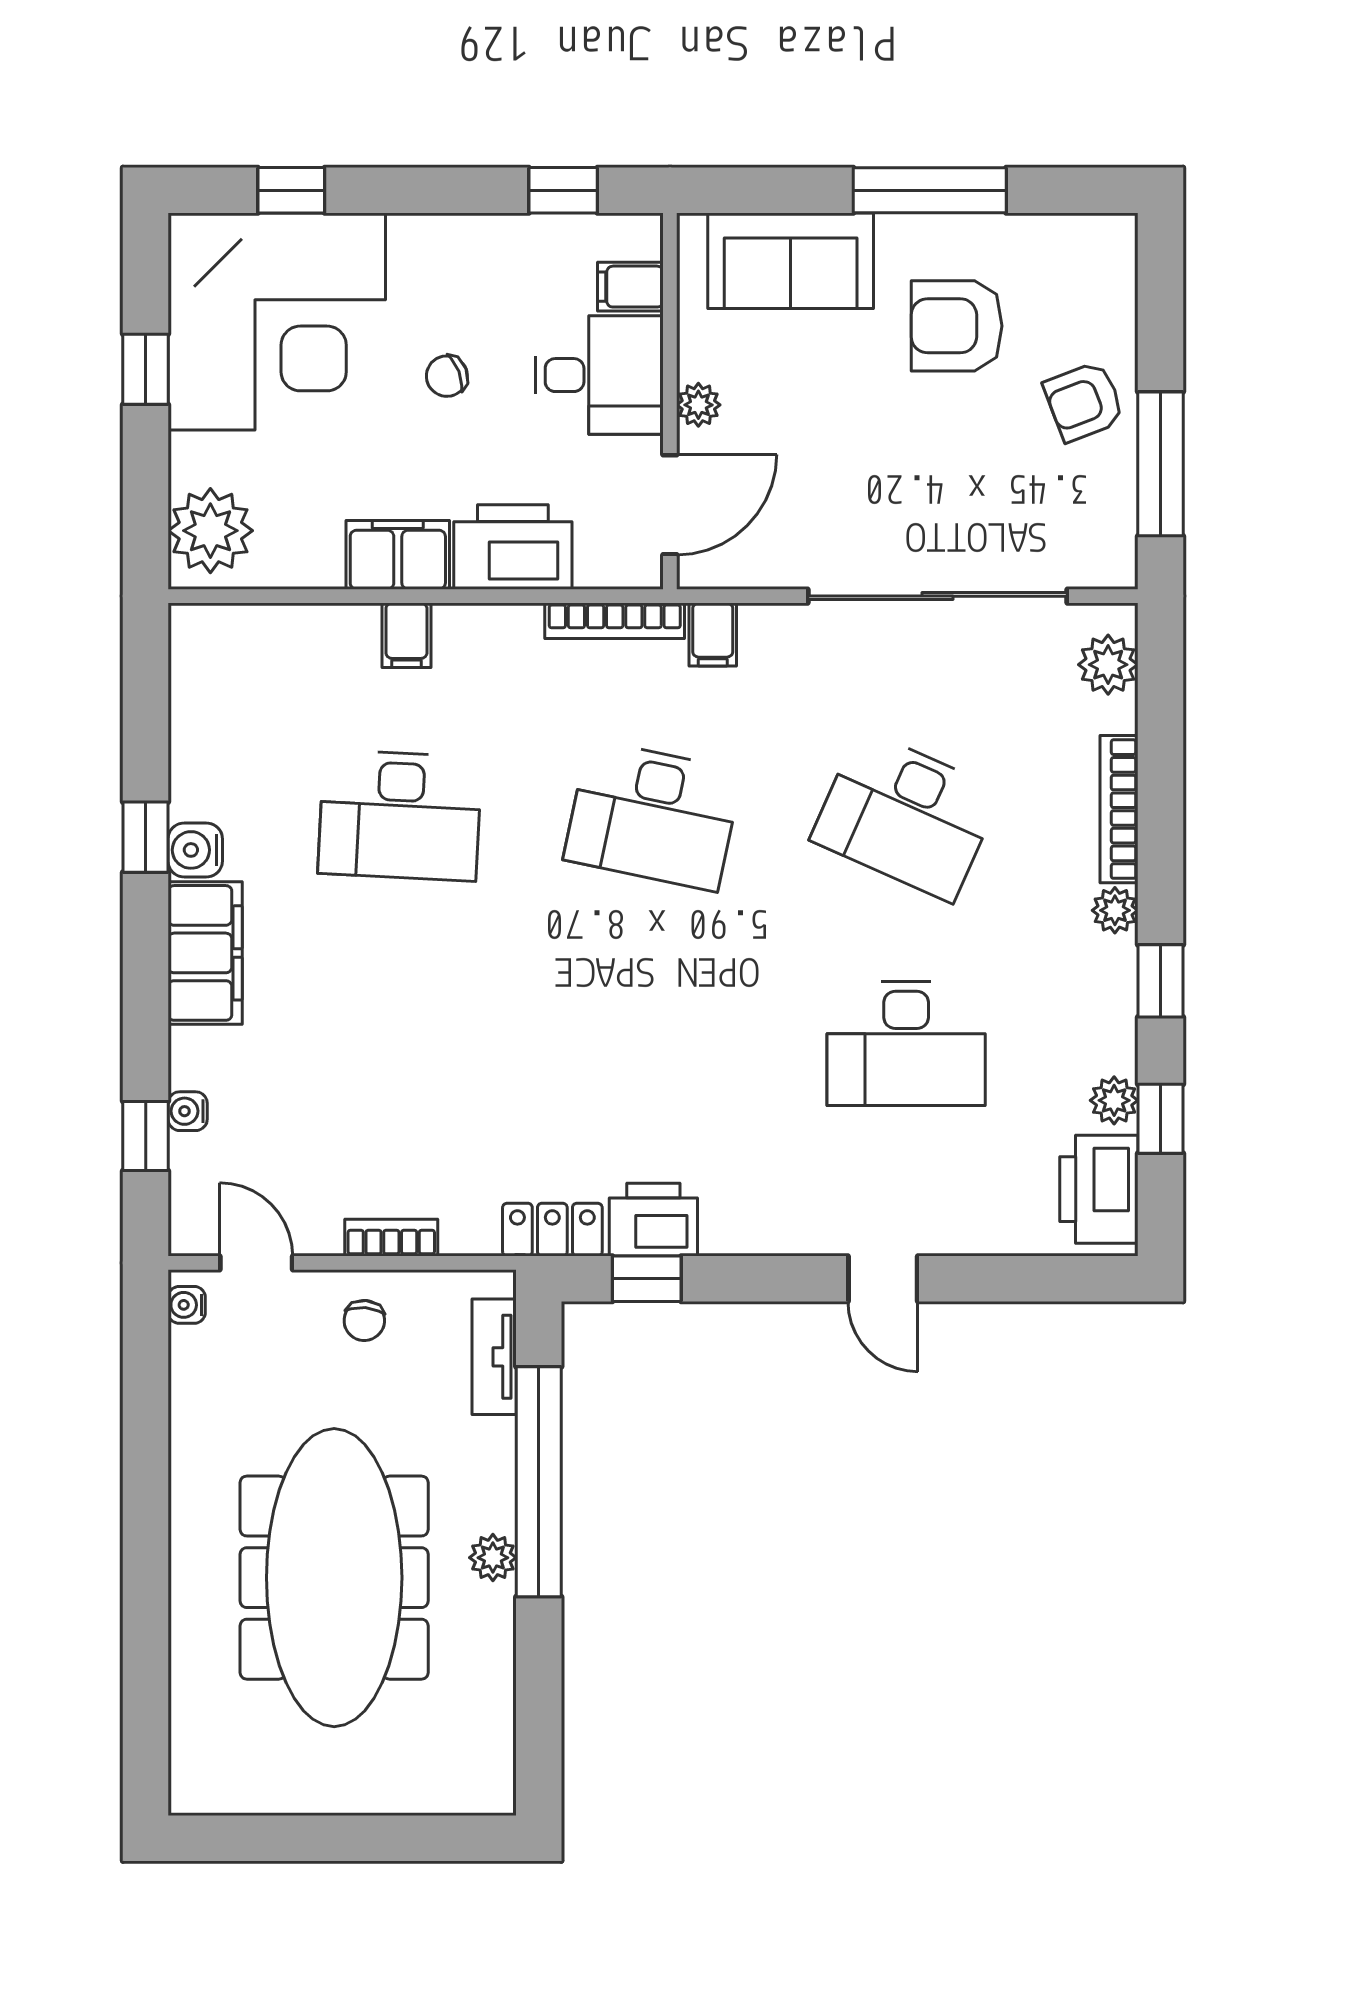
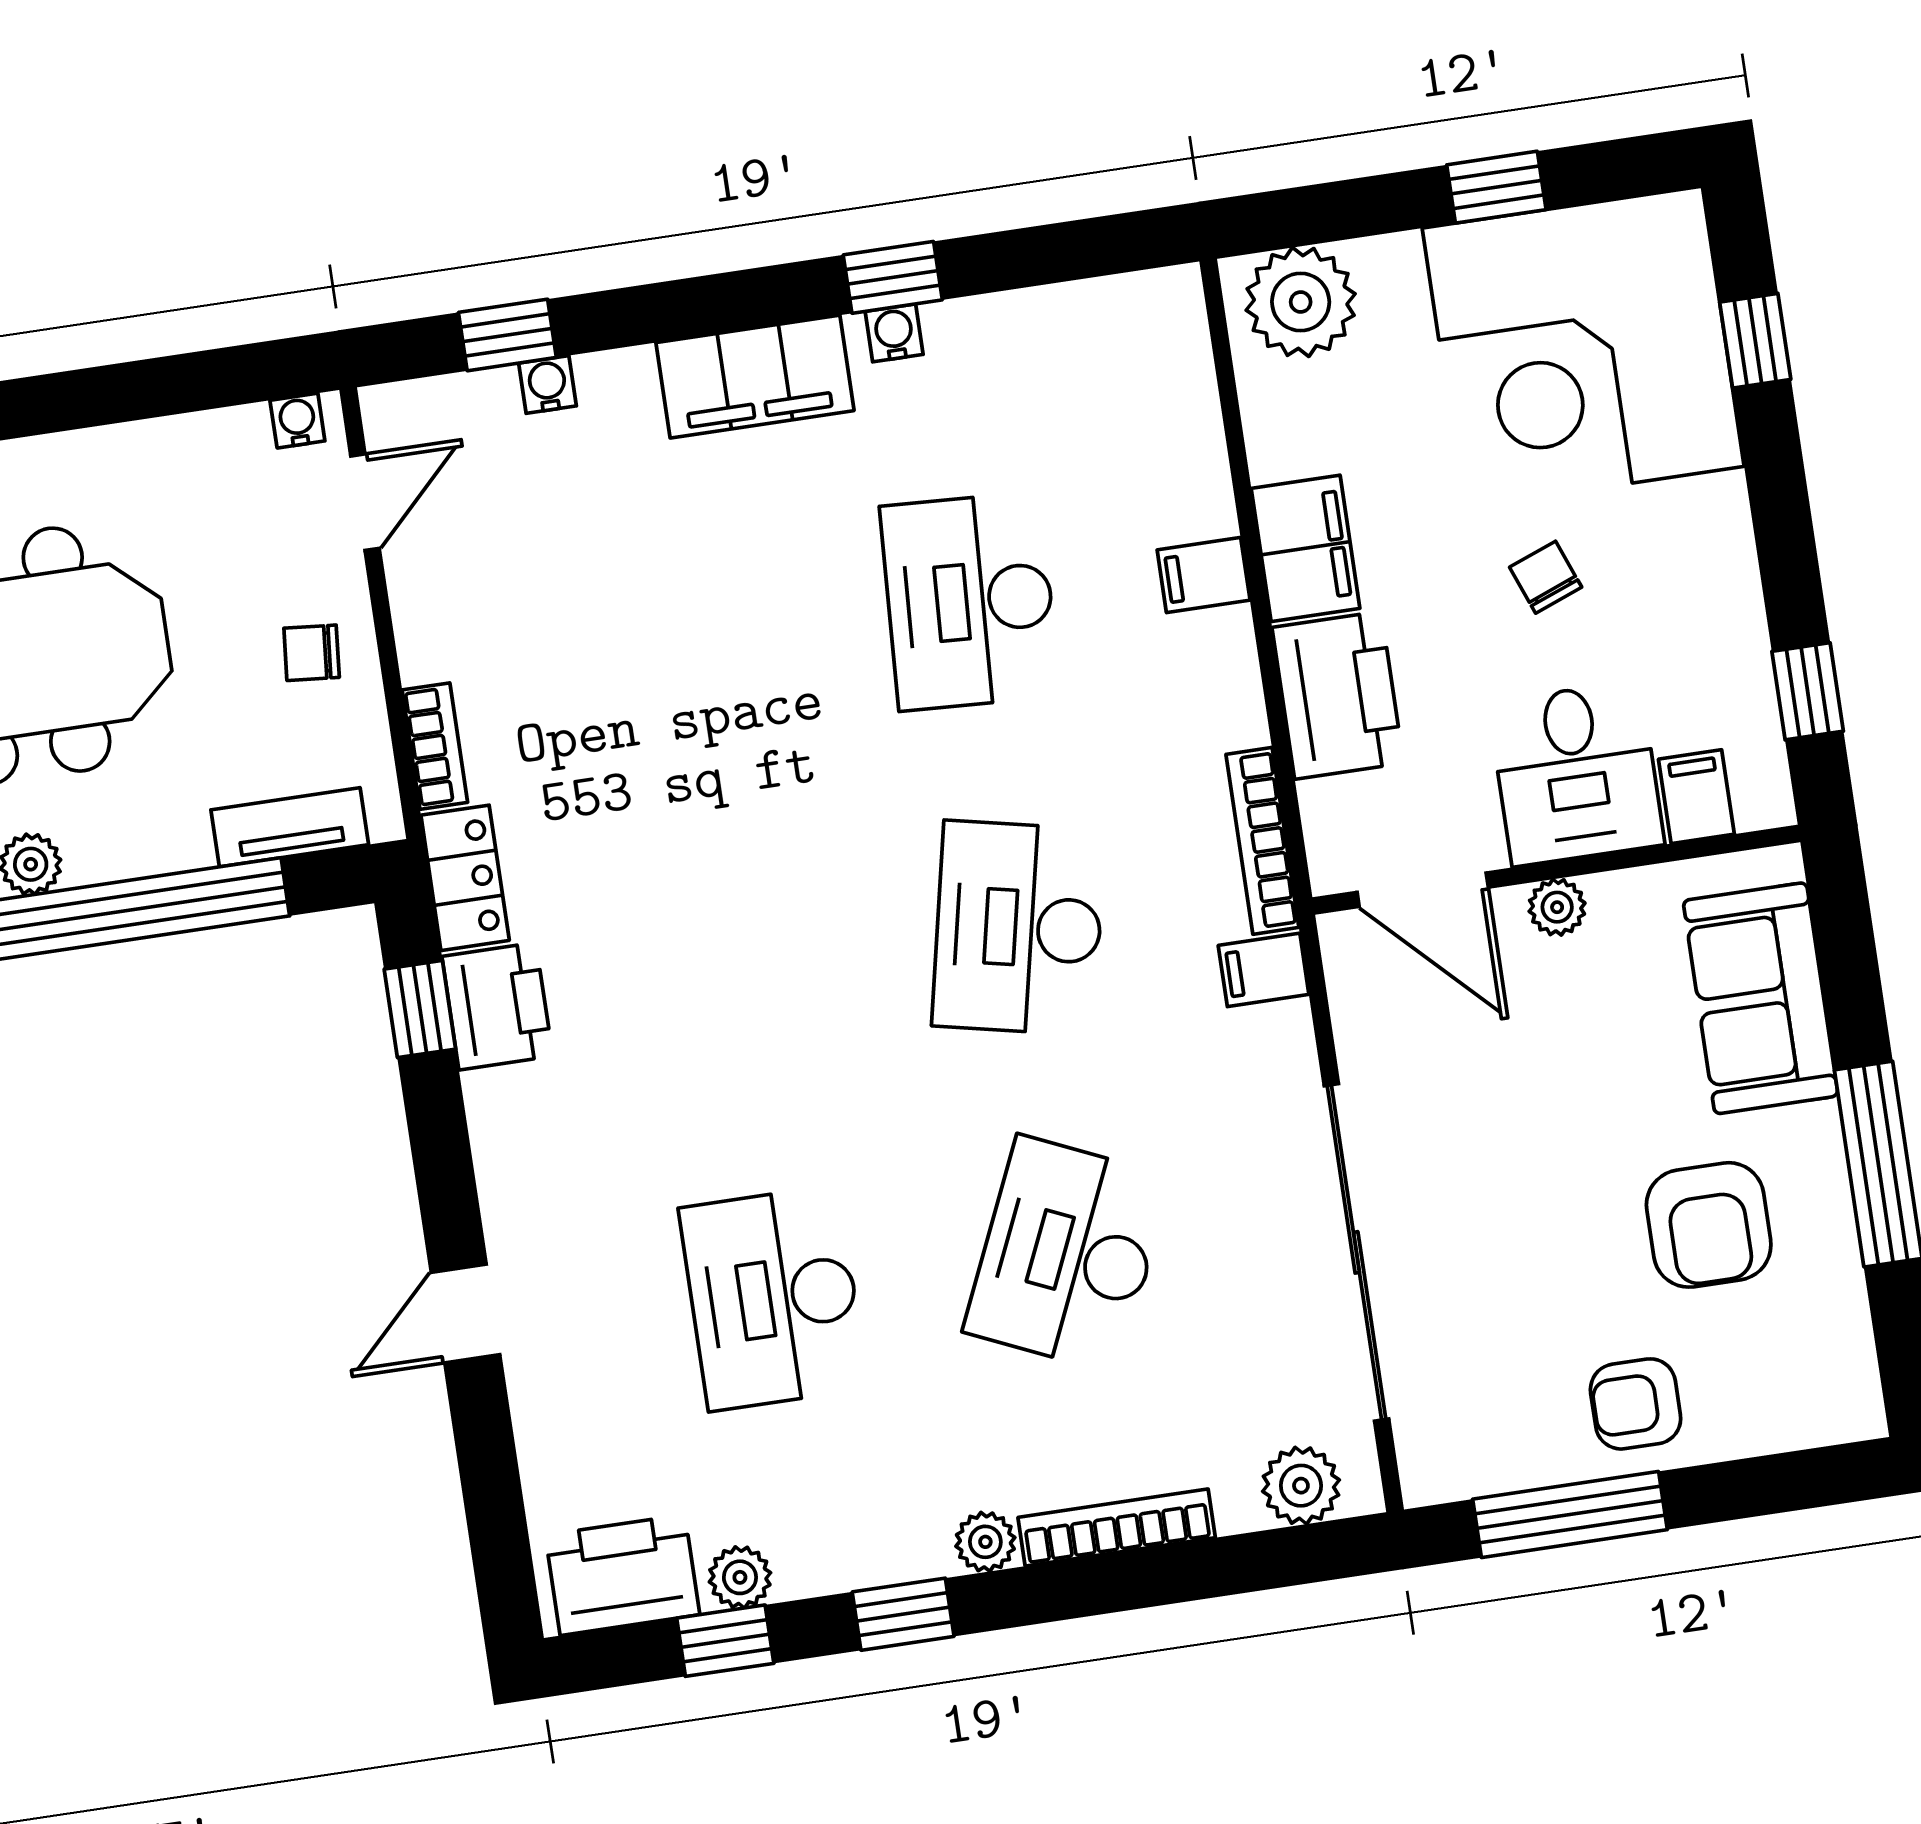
armchair: (957, 326) -> (1709, 1225), turned 180
armchair: (1084, 402) -> (1636, 1404), turned -69
water cooler: (195, 850) -> (894, 333), width x0.72, depth x0.72
bookcase: (391, 1238) -> (435, 746), moved

